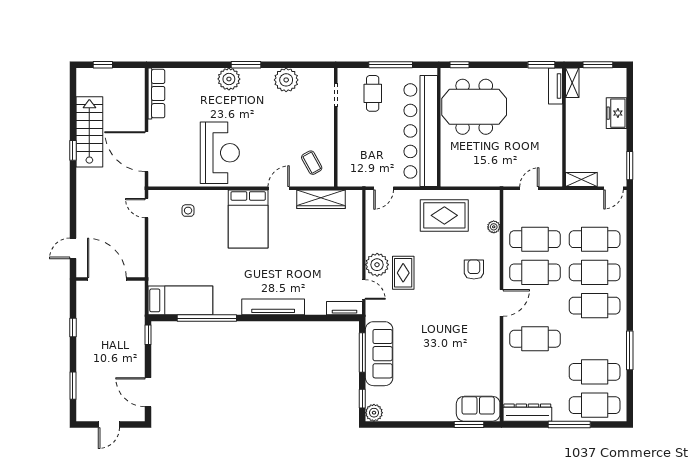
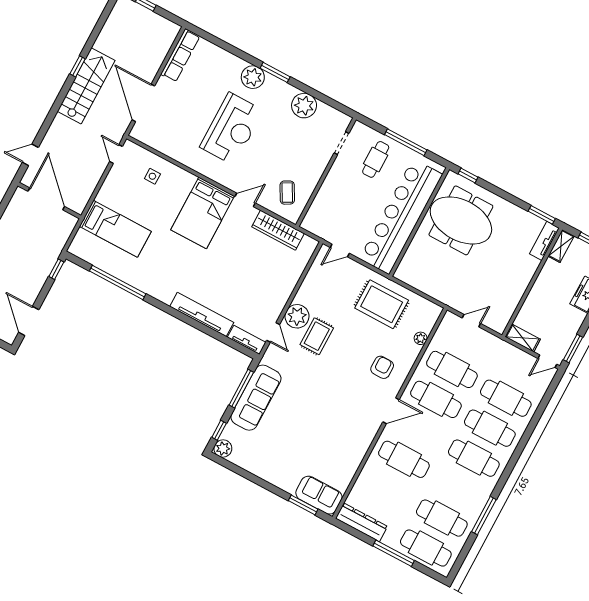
stairs: (89, 132) -> (86, 86), moved
reception desk: (220, 153) -> (232, 129), moved
bed: (180, 300) -> (115, 229), moved
tv unit: (273, 307) -> (202, 314), moved

